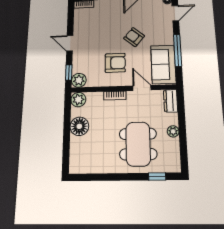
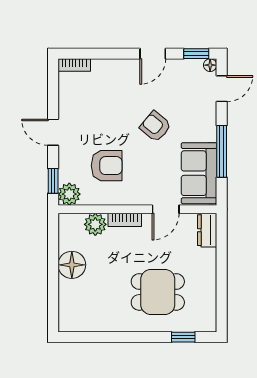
armchair: (115, 63) -> (107, 166), moved
door: (142, 88) -> (166, 209), swing flipped
plant: (78, 100) -> (95, 224), moved
plant: (173, 131) -> (209, 275), removed
dining table: (138, 144) -> (158, 292), width x0.73

